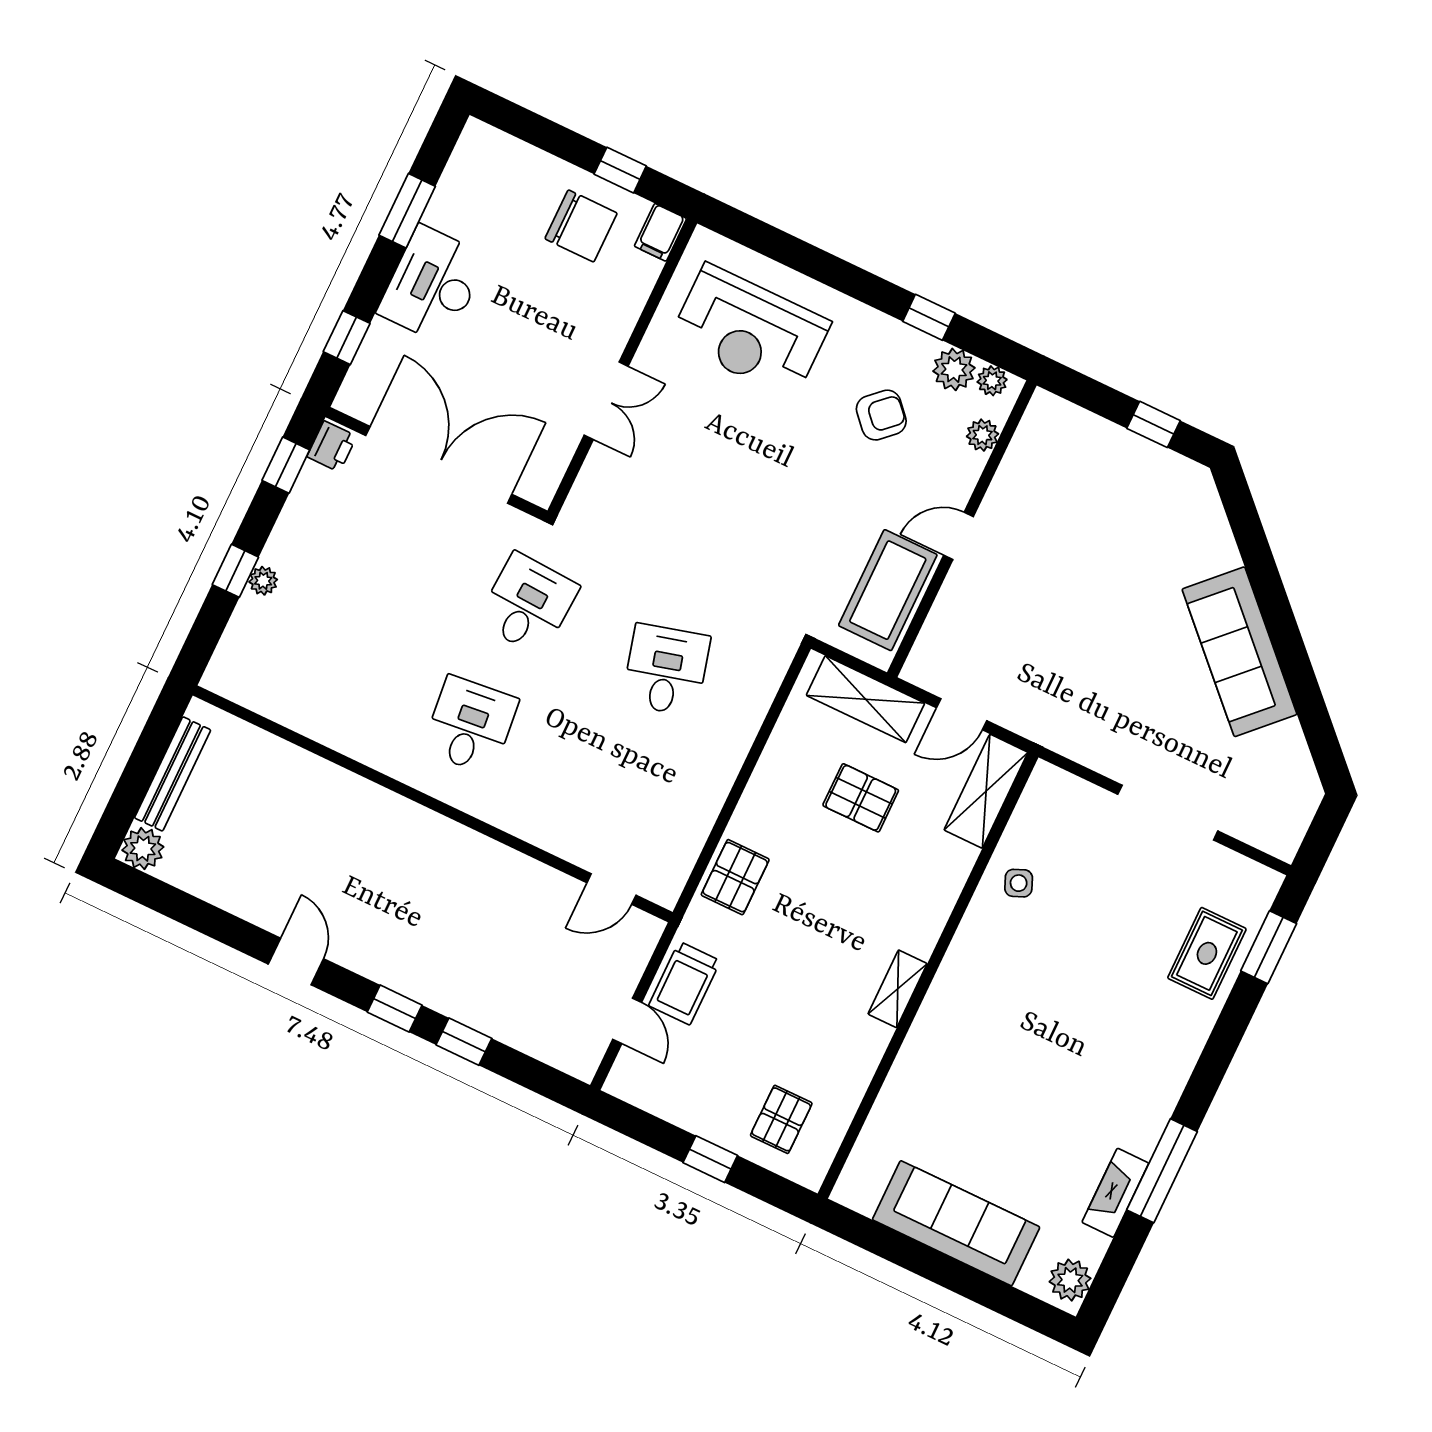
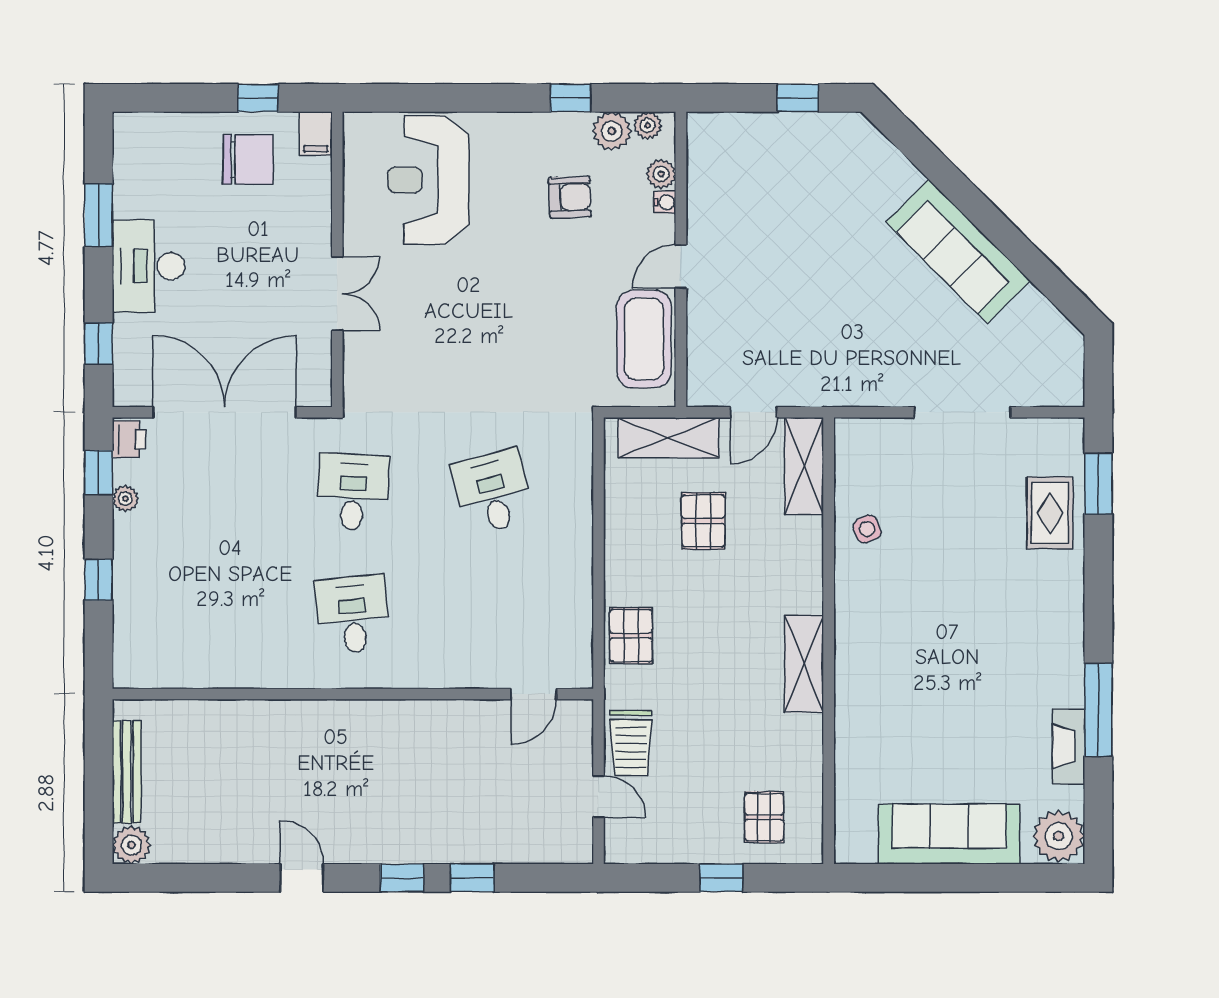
reception desk: (750, 331) -> (428, 180), turned 90
armchair: (881, 415) -> (570, 197), turned 41
water cooler: (973, 465) -> (665, 202), added
plant: (263, 581) -> (125, 499), moved
pallet: (861, 798) -> (703, 521), turned 90
shelving: (898, 989) -> (804, 664), width x1.50, depth x1.33
plant: (1070, 1280) -> (1059, 836), width x1.36, depth x1.36

